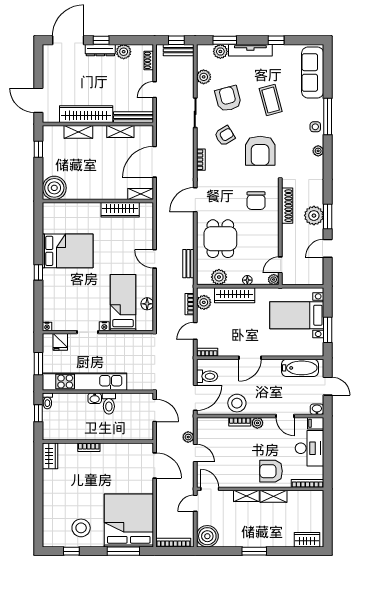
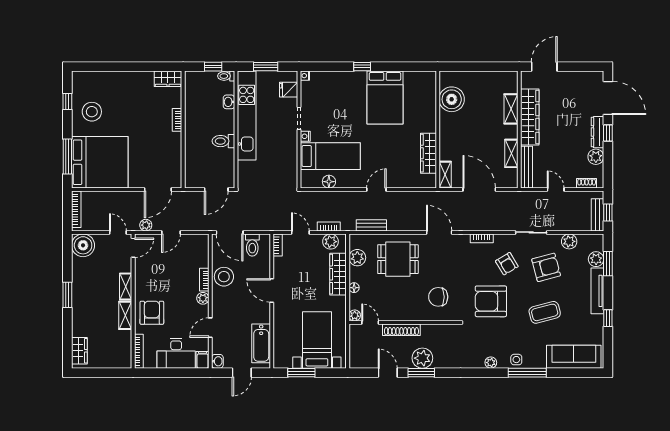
window: (38, 149) -> (493, 67), removed
boiler: (54, 188) -> (452, 99), moved
shoe rack: (287, 206) -> (401, 330), moved
washbasin: (95, 398) -> (229, 102), moved
plant: (188, 437) -> (146, 225), moved

